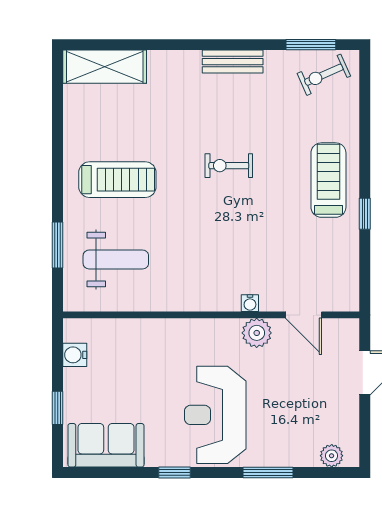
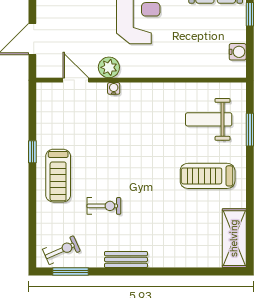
shelving: (105, 67) -> (234, 238), moved, turned 90
exercise bike: (229, 166) -> (104, 206), moved

